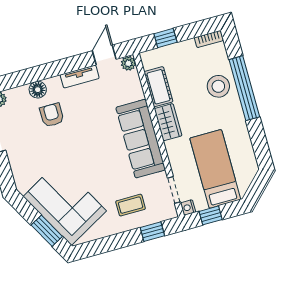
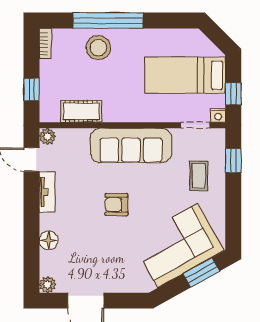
armchair: (52, 115) -> (117, 205), moved
wardrobe: (168, 122) -> (122, 112), removed

